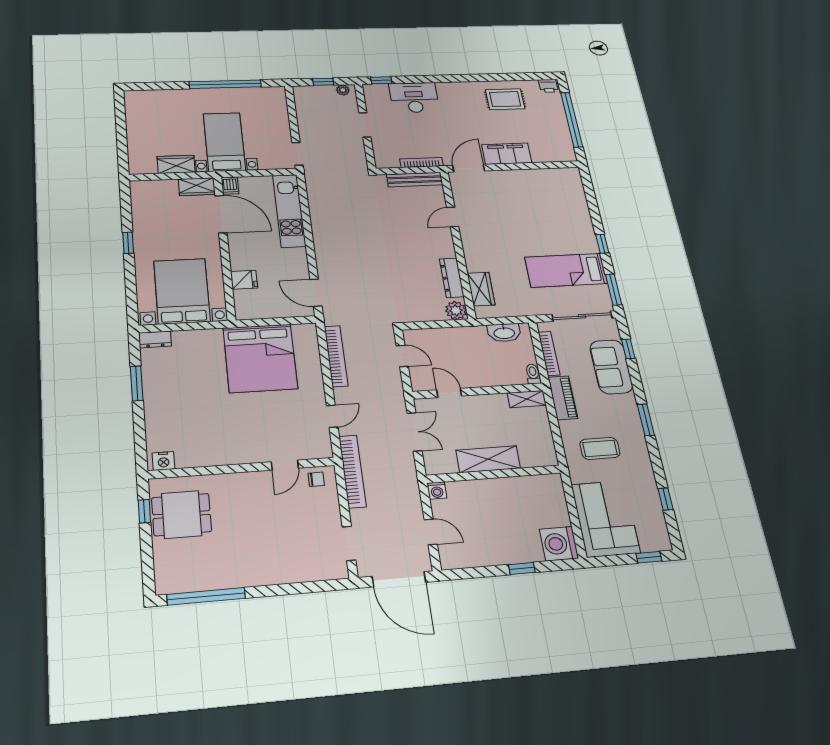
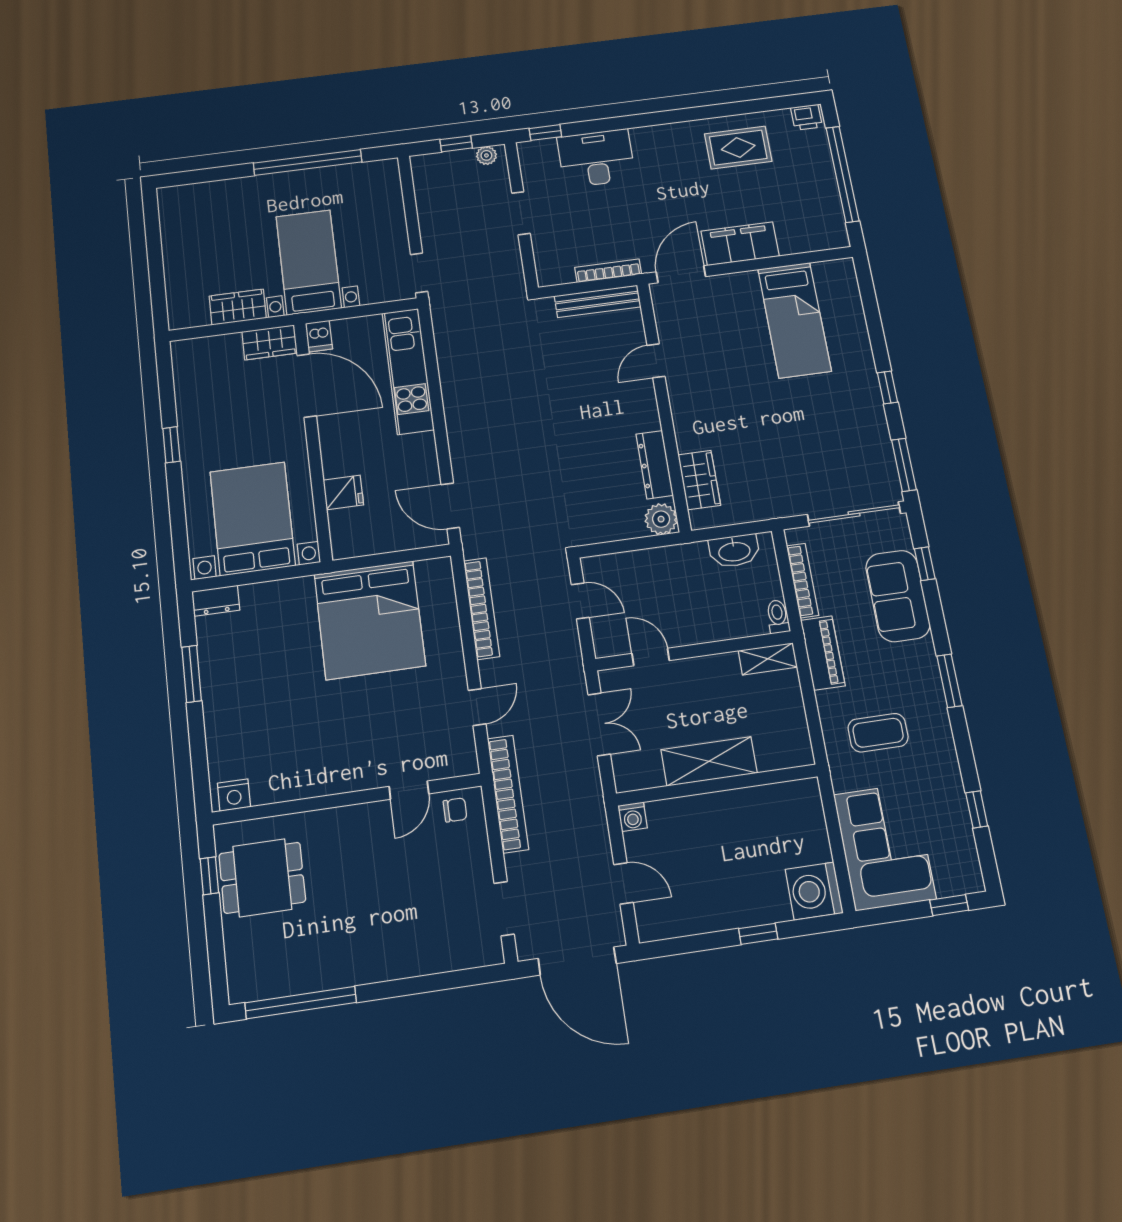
bed: (566, 270) -> (794, 320), moved, turned -90

